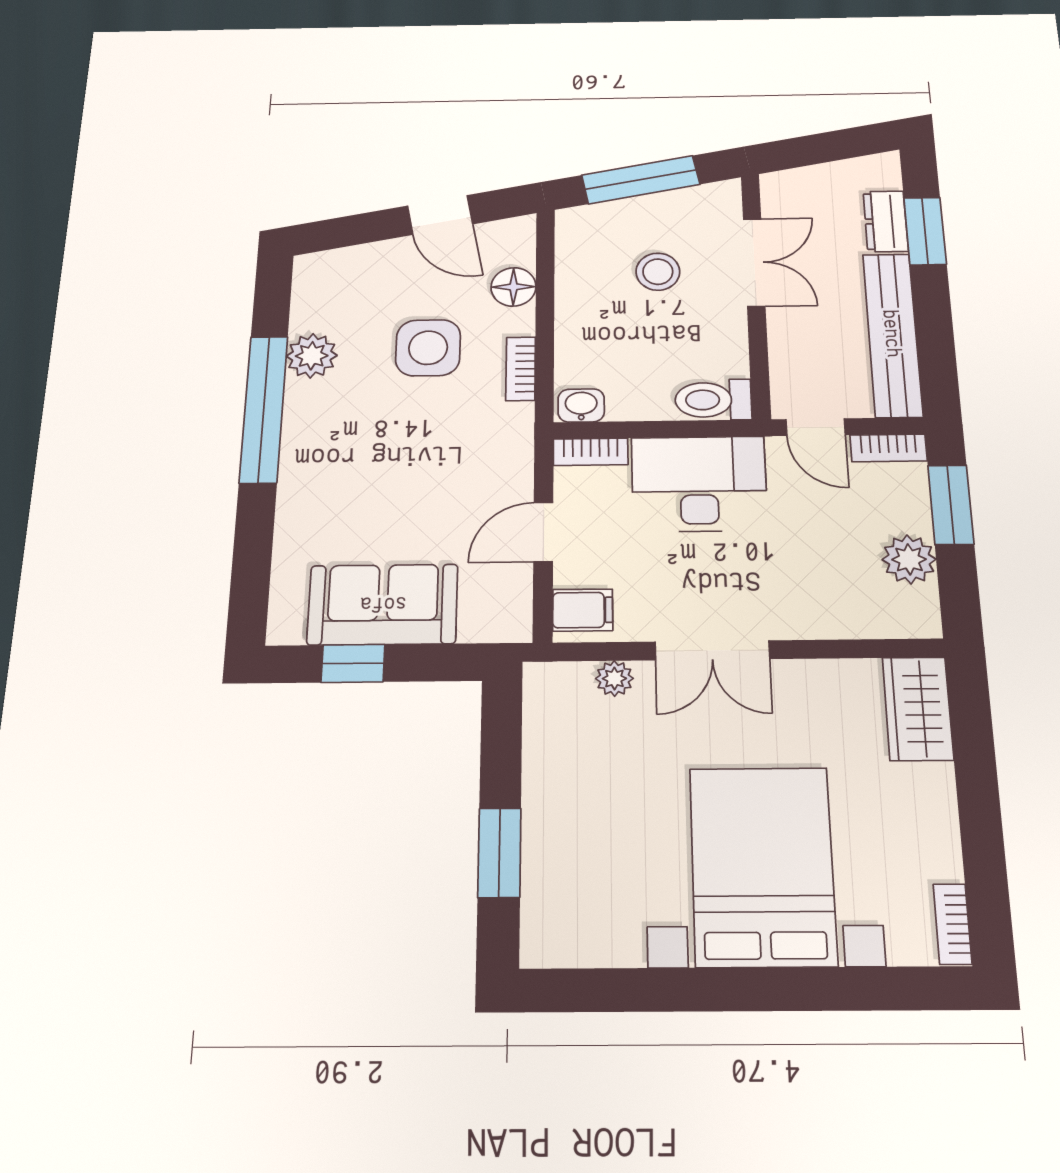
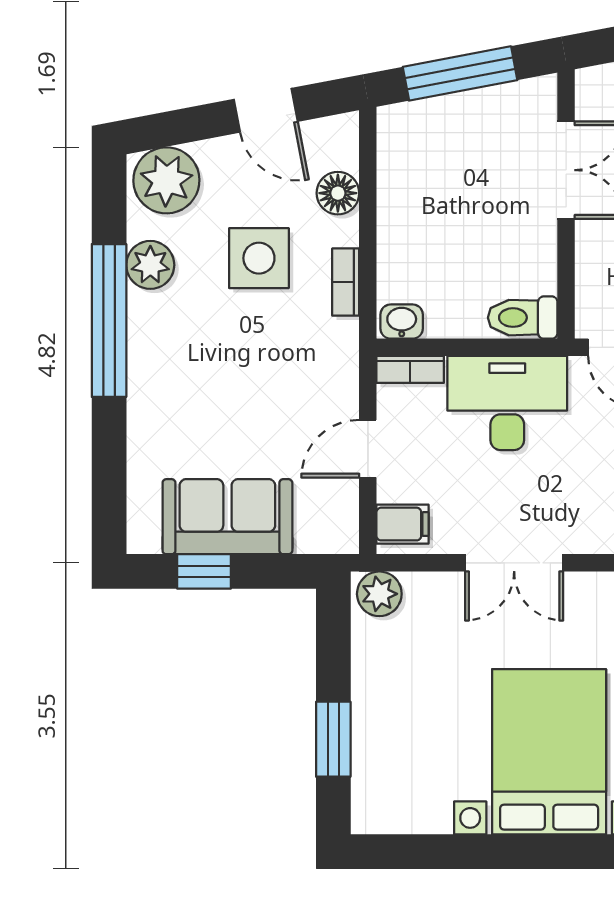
stool: (658, 272) -> (475, 179), removed
plant: (334, 278) -> (166, 180), added
plant: (614, 678) -> (379, 594), moved, width x1.38, depth x1.38

